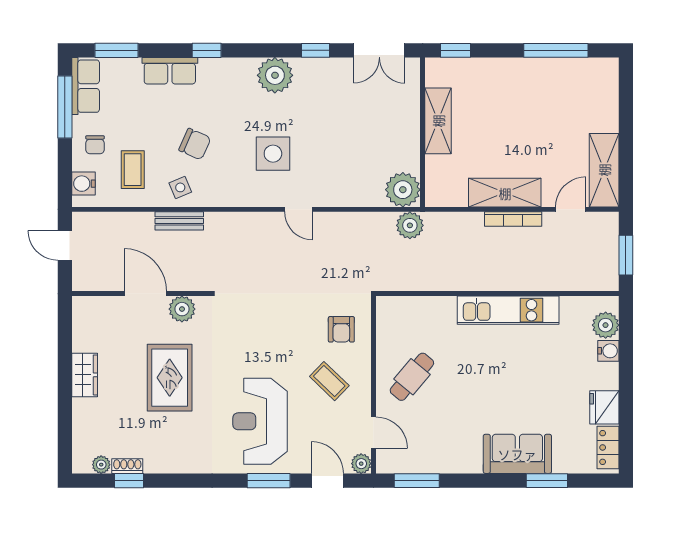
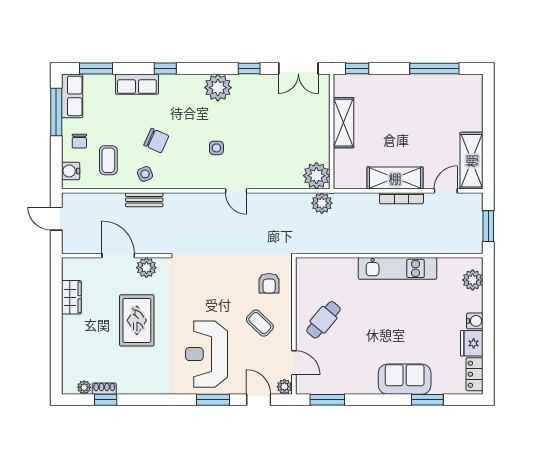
side table: (273, 154) -> (216, 148), width x0.54, depth x0.54
water cooler: (608, 351) -> (475, 321), moved
wardrobe: (85, 375) -> (71, 297), moved

